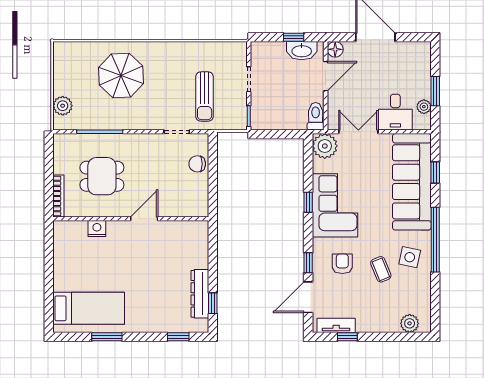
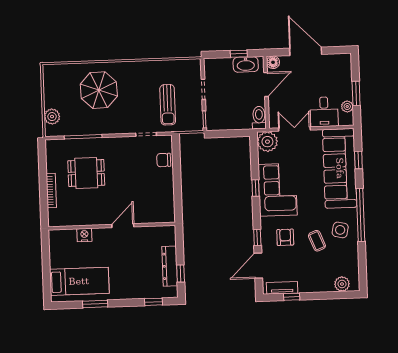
wall: (131, 219) -> (112, 226), moved
door: (144, 219) -> (123, 226), moved
nightstand: (97, 229) -> (84, 235), moved

